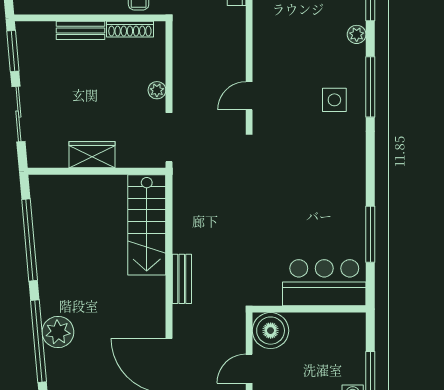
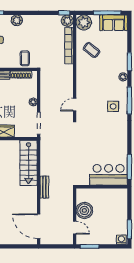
bar counter: (324, 283) -> (109, 175), moved
wall: (309, 309) -> (102, 187), moved
door: (249, 369) -> (75, 228), swing flipped

